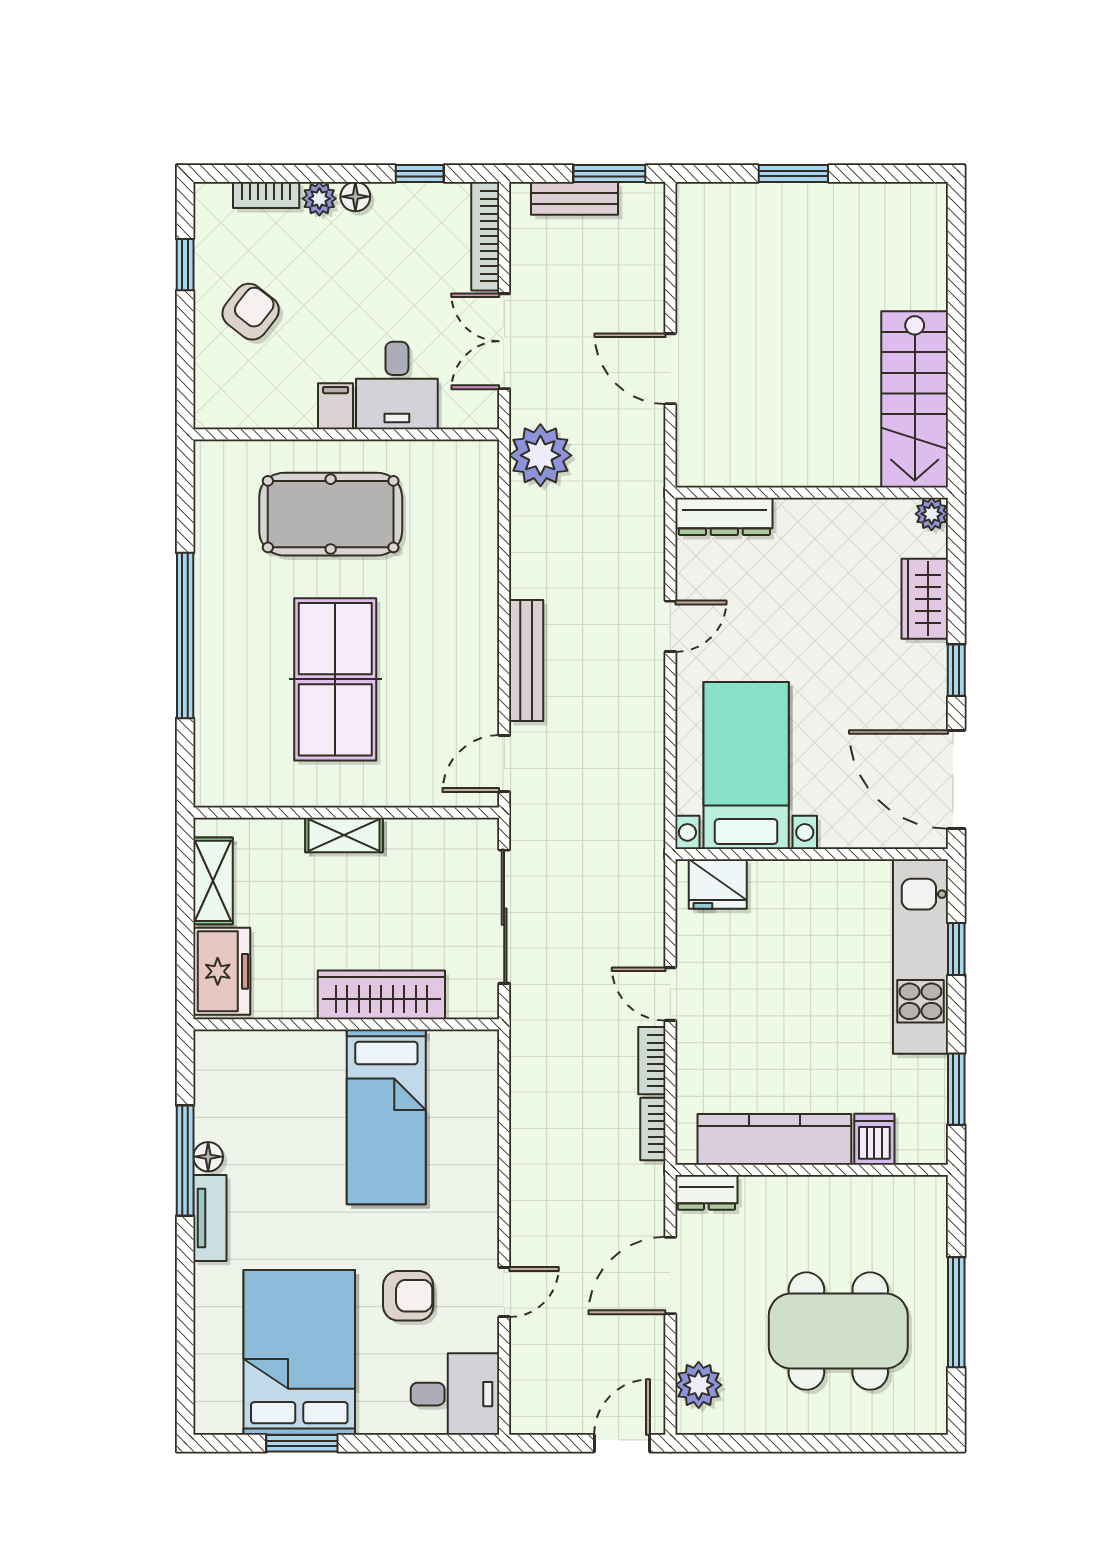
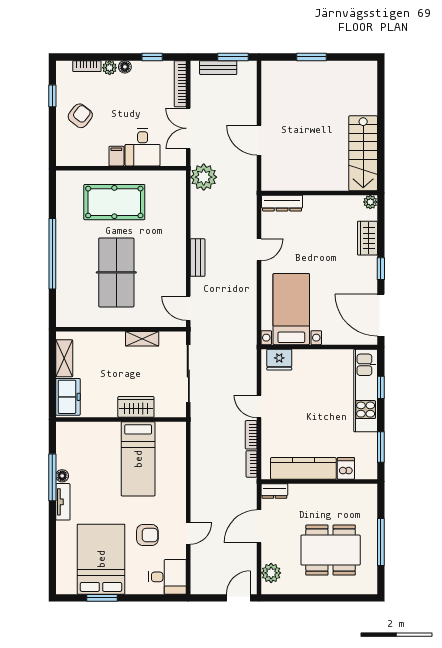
bench: (526, 661) -> (198, 258), width x0.73
door: (504, 764) -> (188, 308), hinge flipped
shelving: (344, 835) -> (142, 339), moved
wardrobe: (381, 995) -> (136, 407), width x0.67

